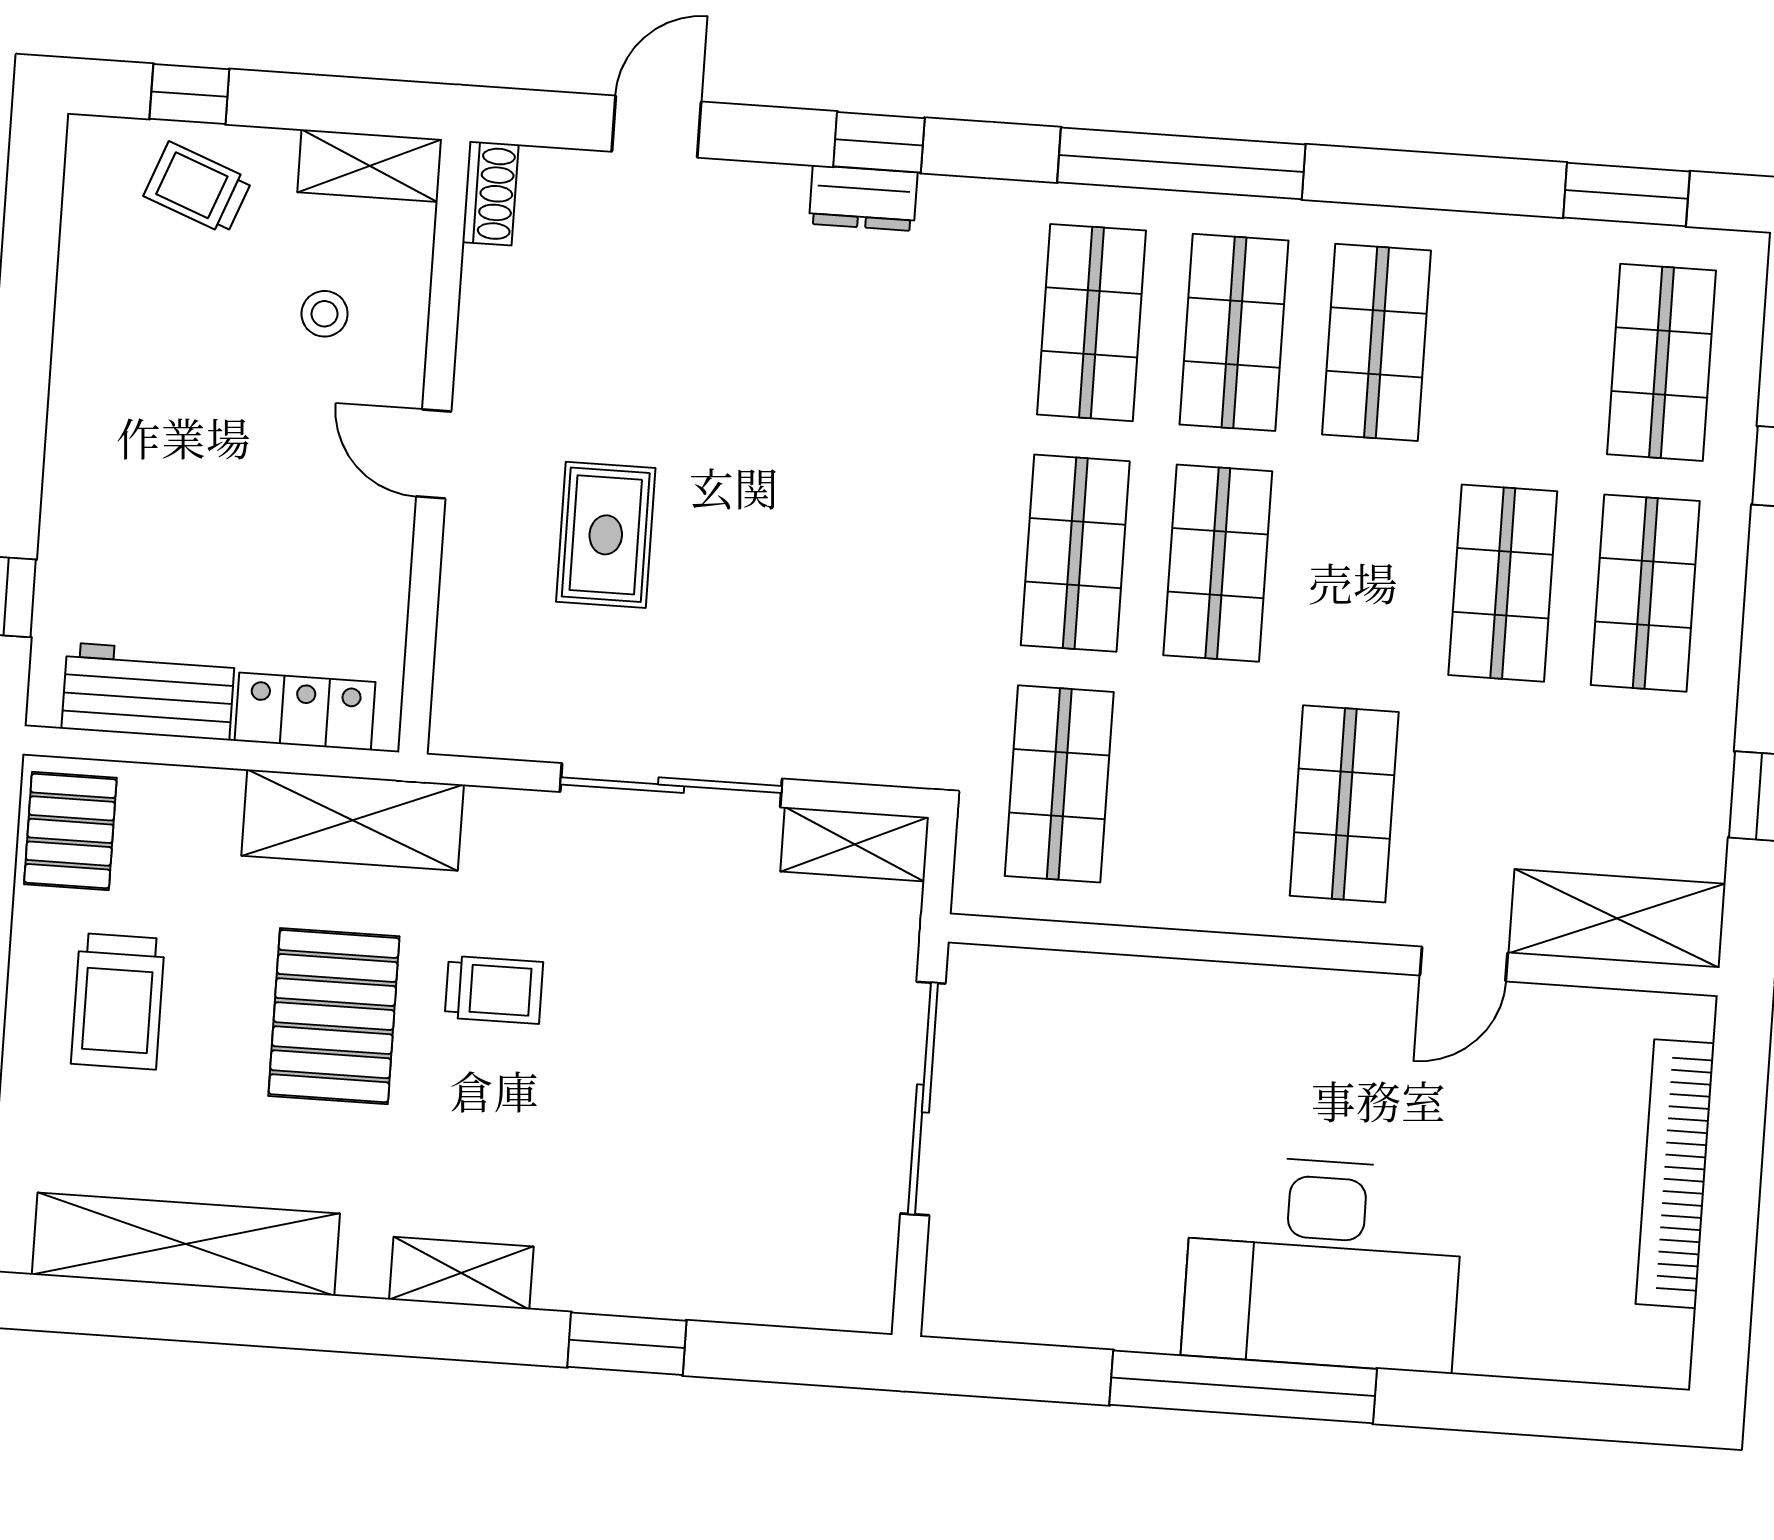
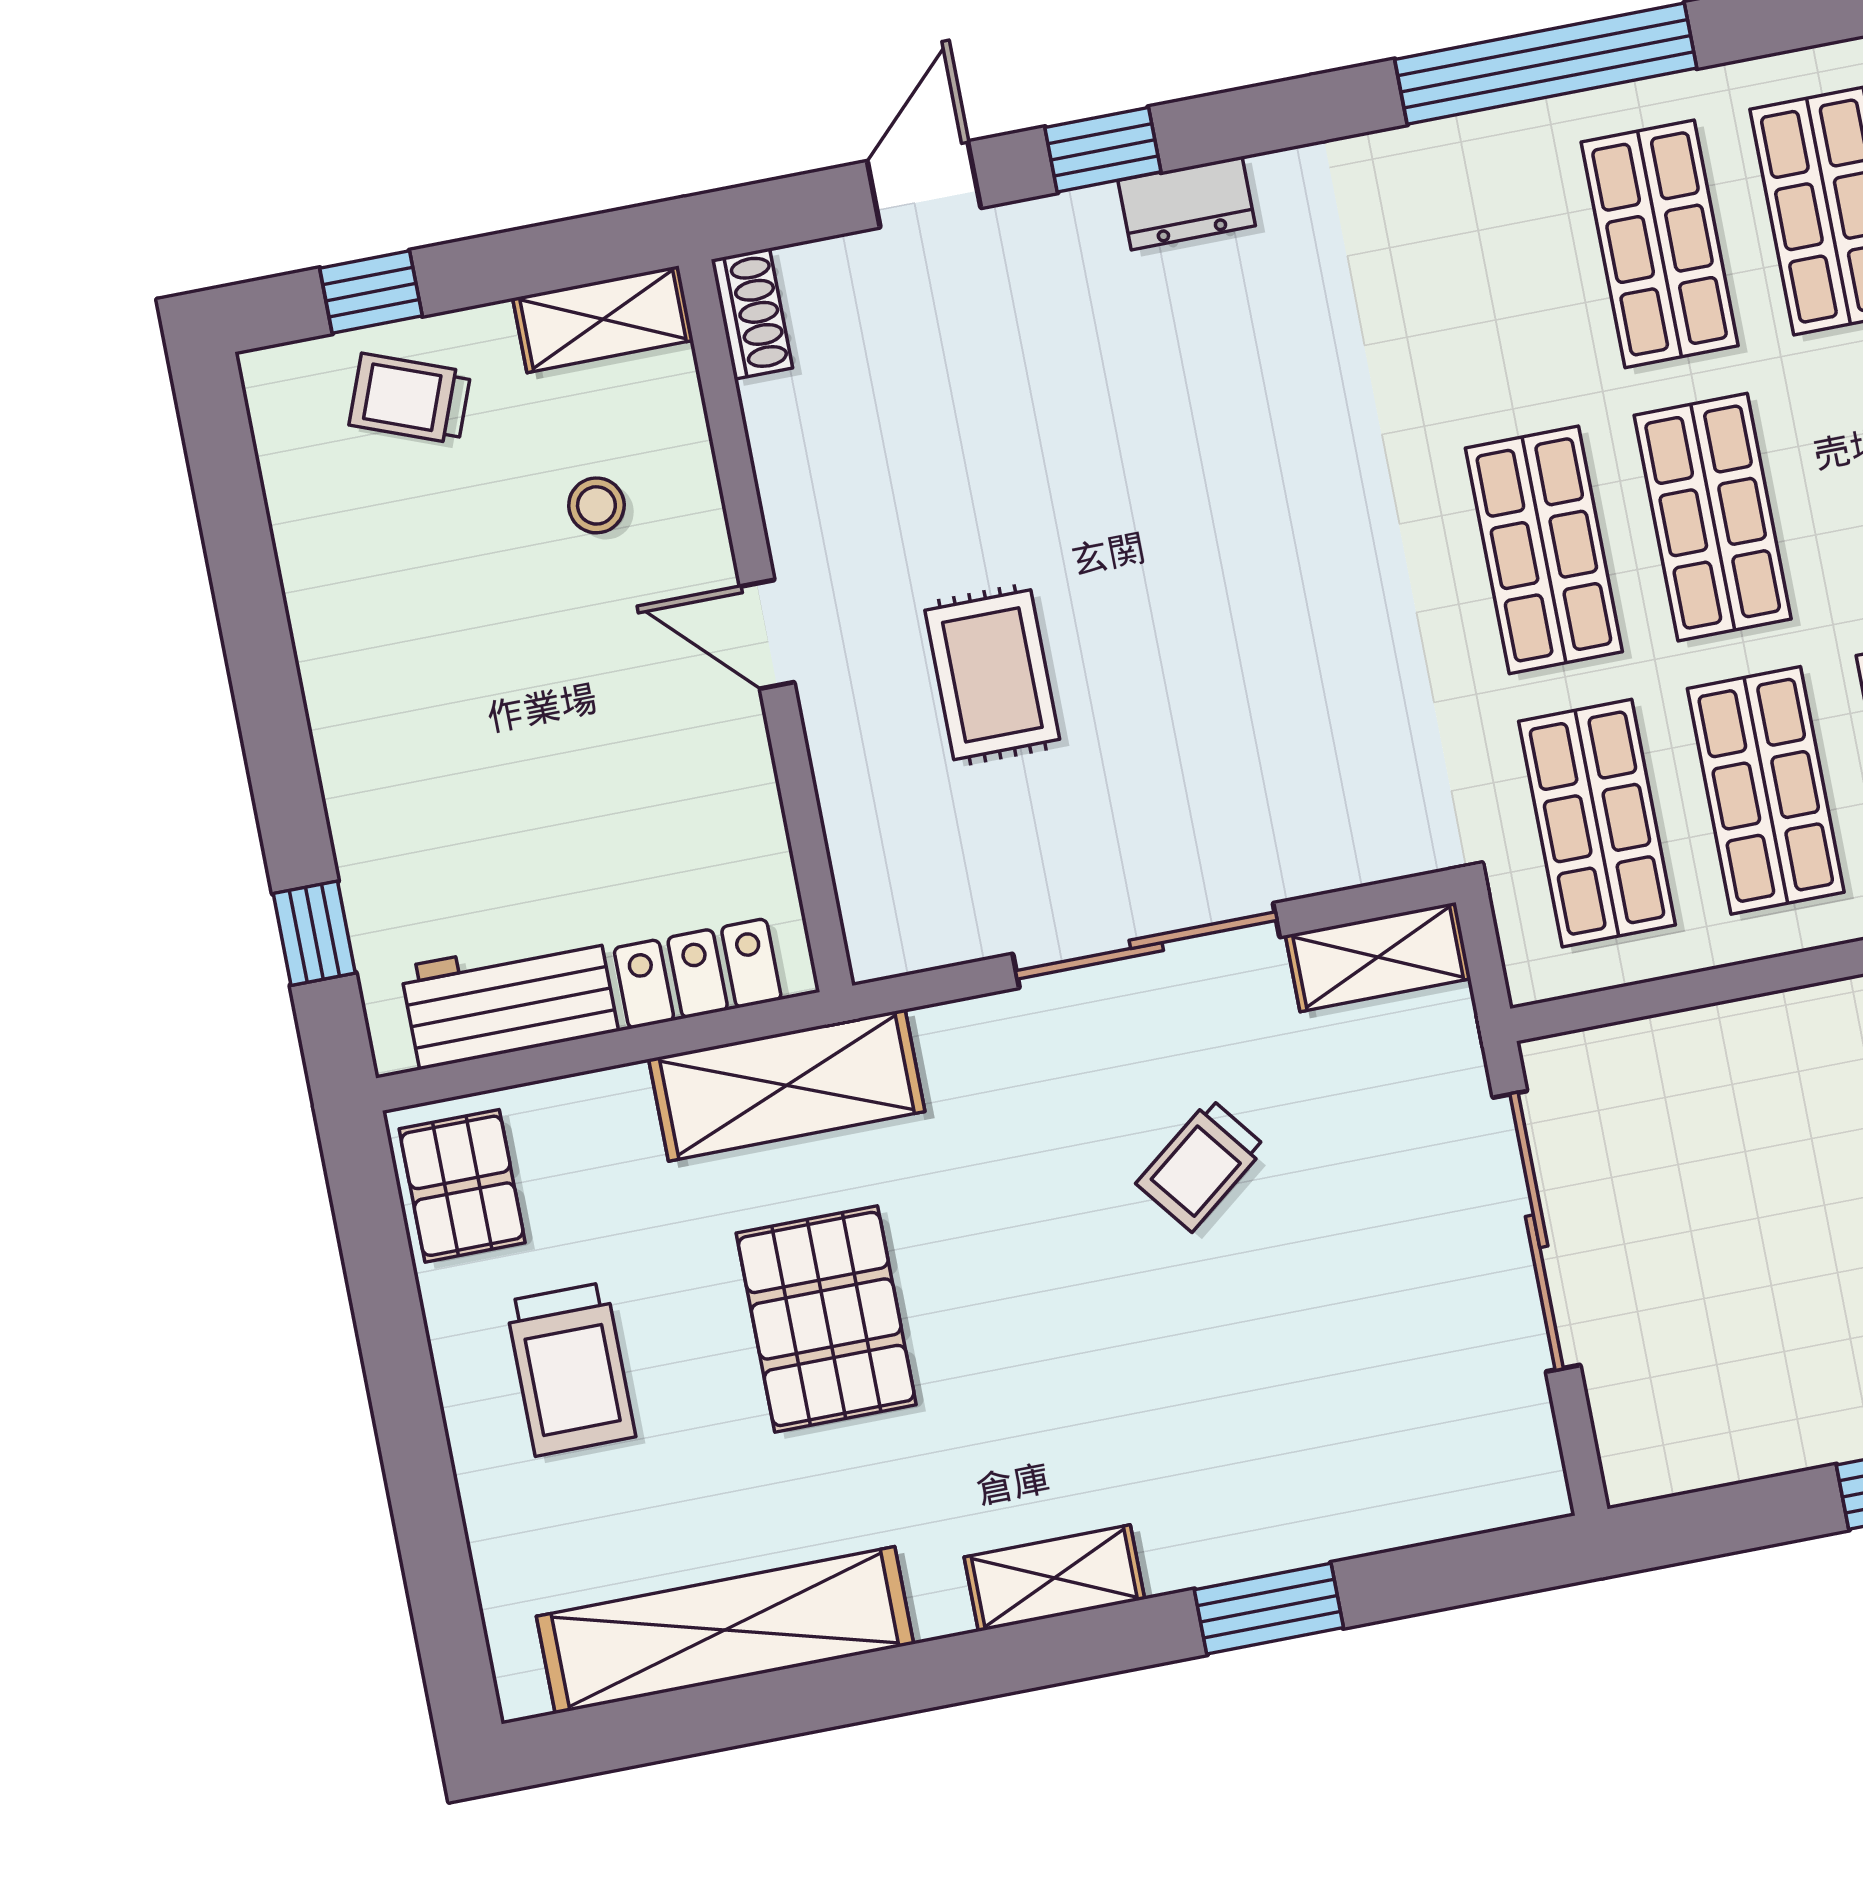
window: (879, 142) -> (1103, 150), moved
shop shelf: (1091, 323) -> (1766, 790), moved
trolley: (494, 990) -> (1201, 1165), moved, turned 142

